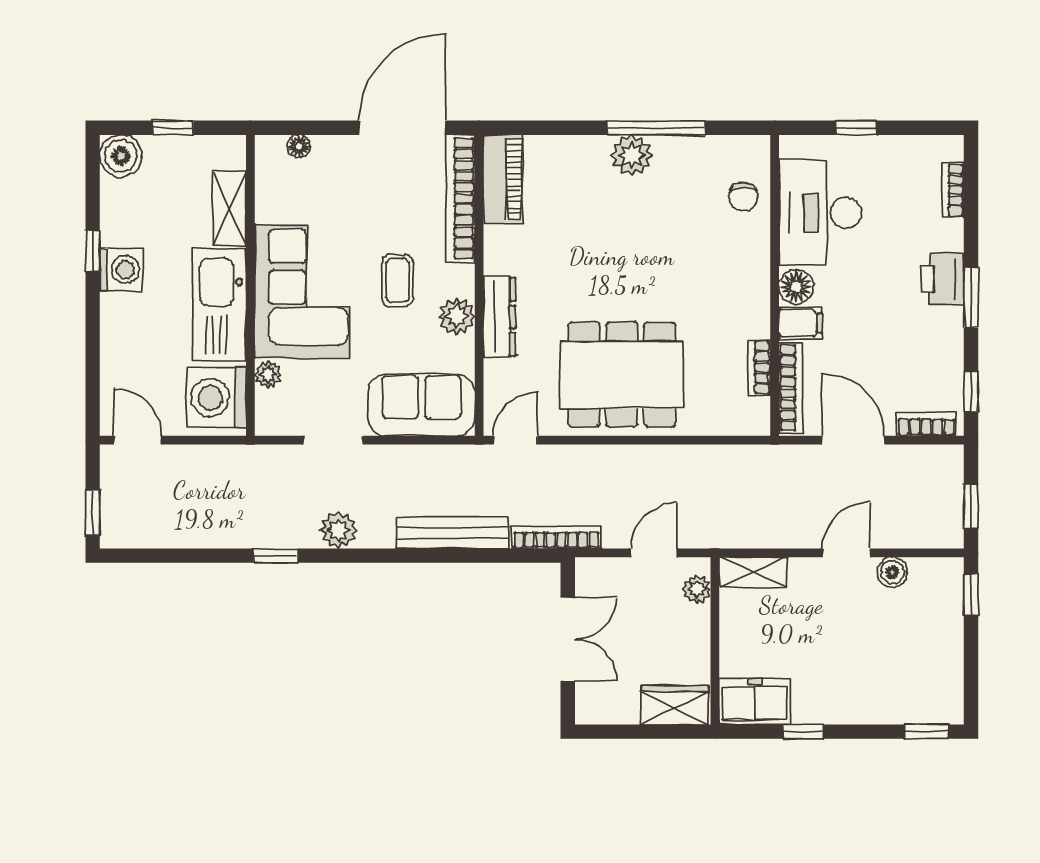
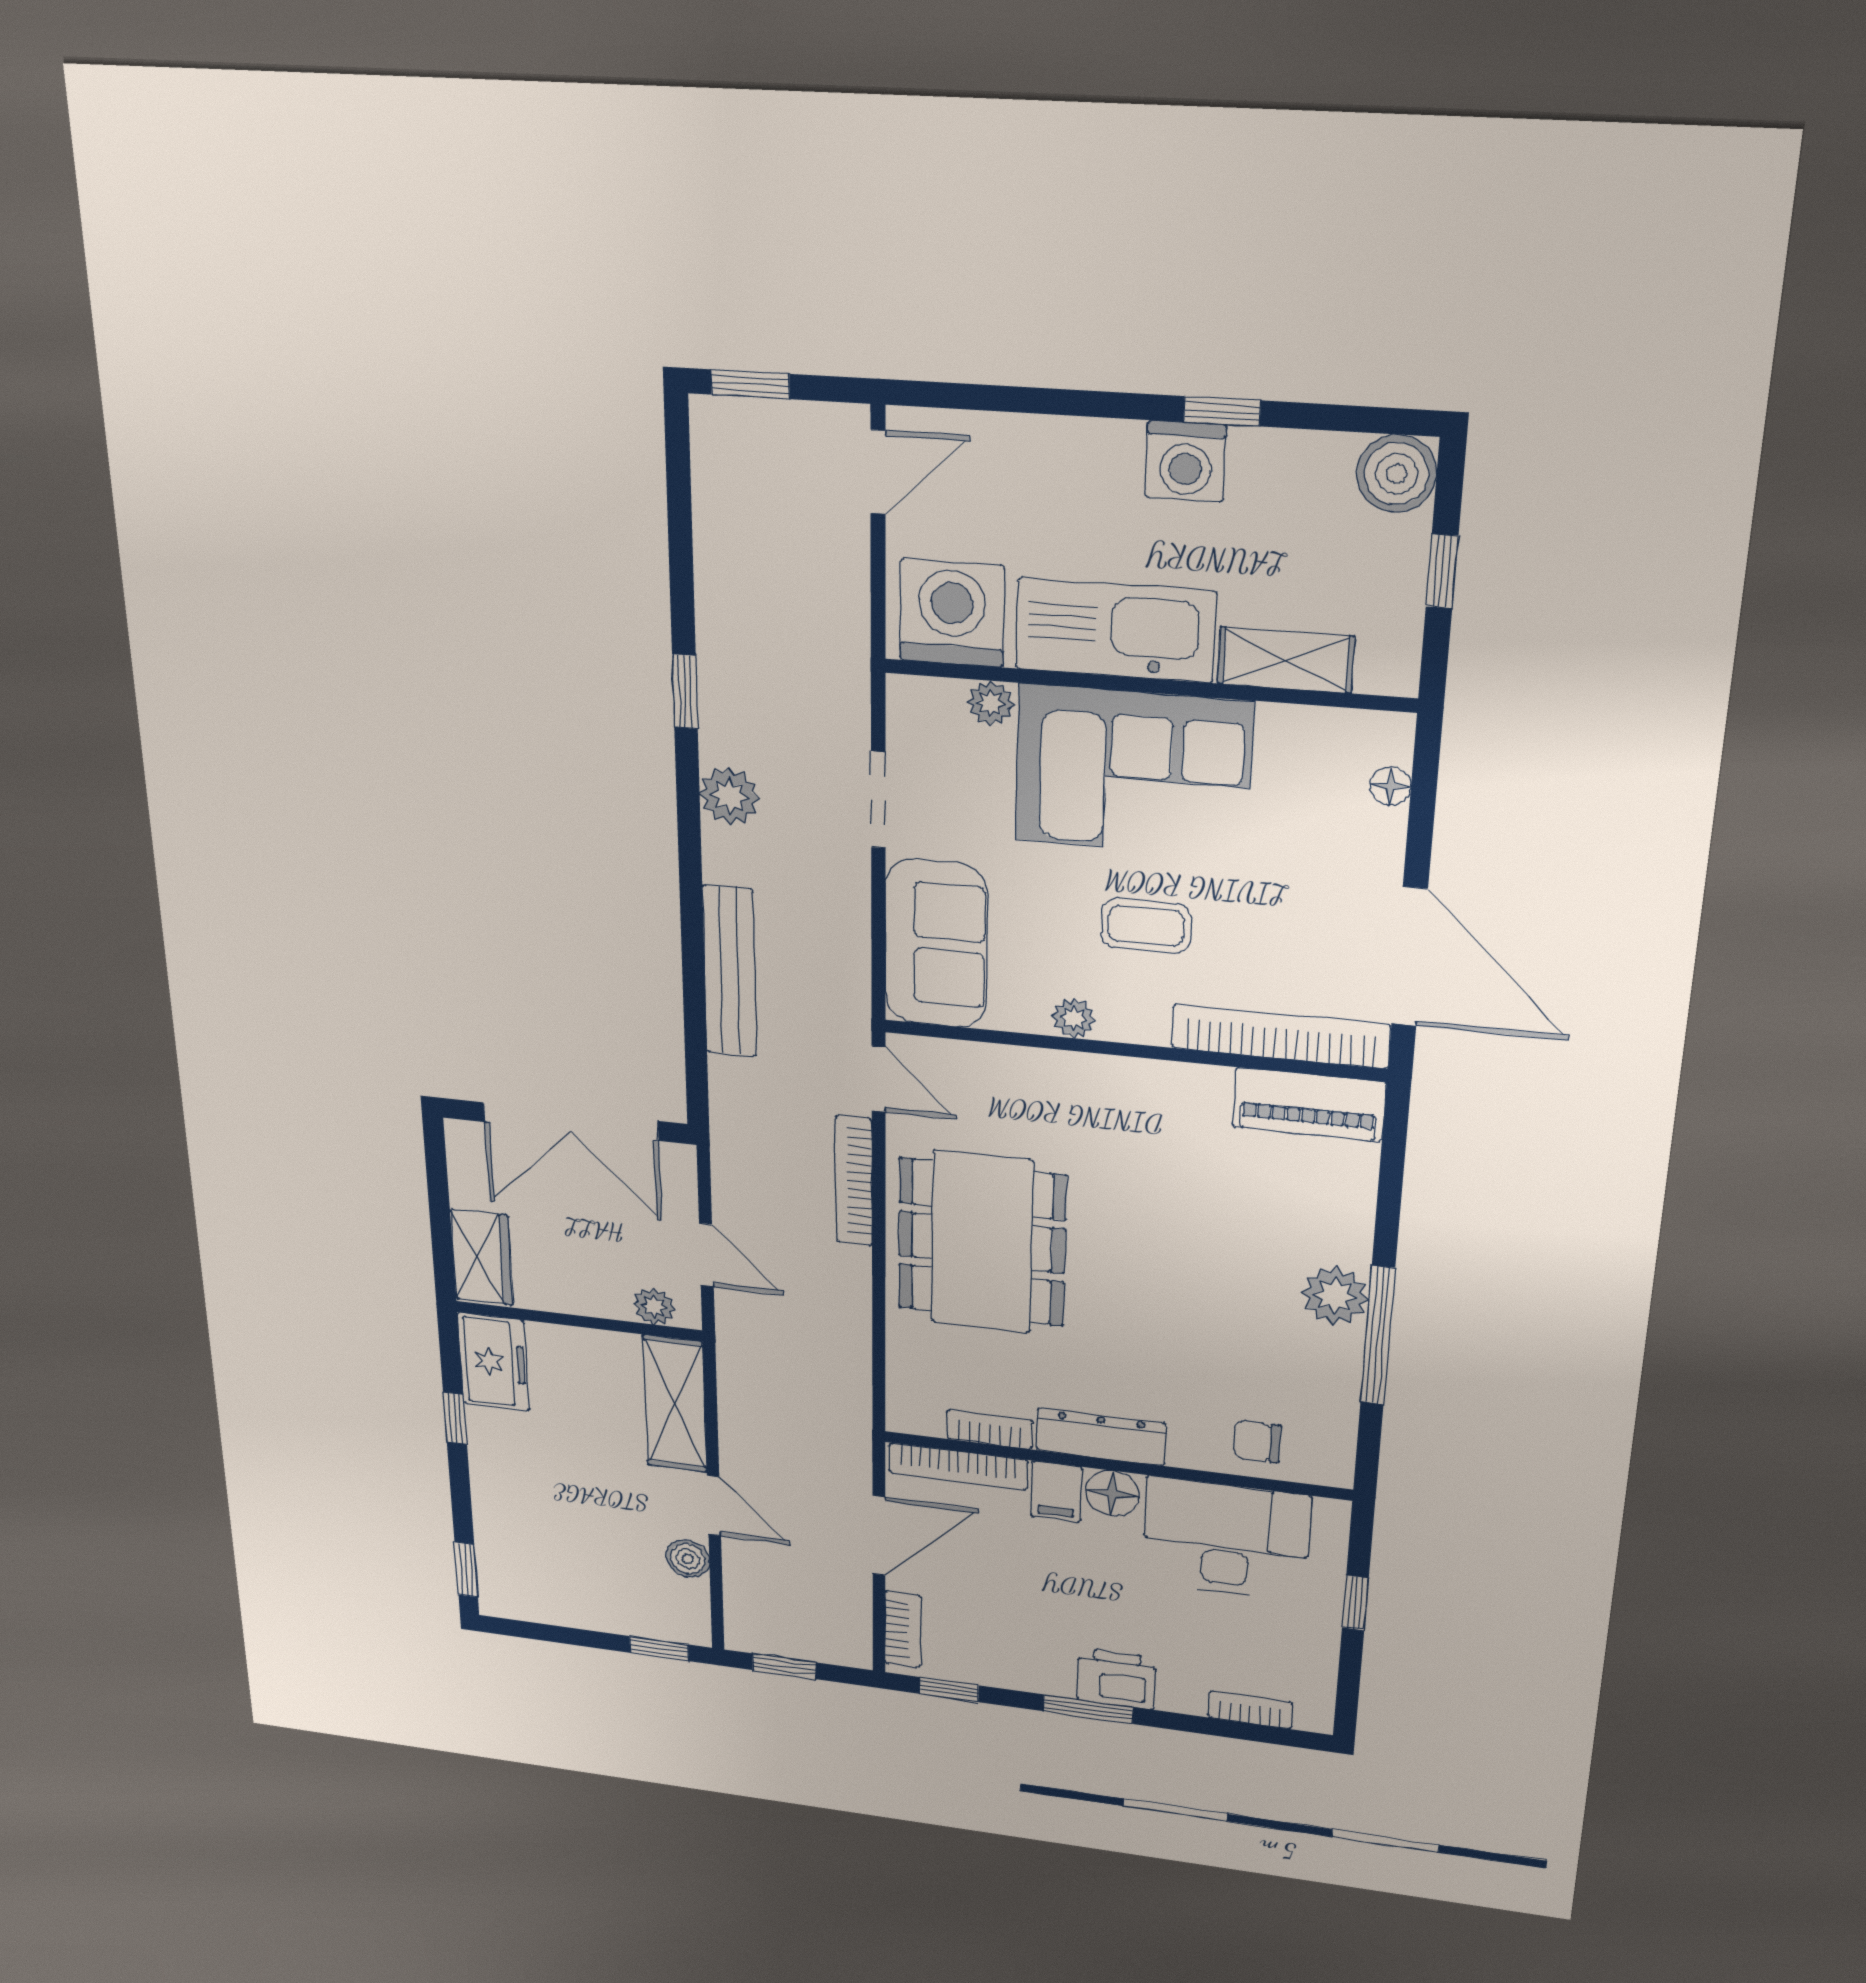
plant: (457, 316) -> (1074, 1018), width x0.73, depth x0.73
dresser: (499, 317) -> (1101, 1437), moved, turned 180
bookcase: (556, 537) -> (854, 1181), moved, turned 180
shelving: (753, 572) -> (675, 1404), width x1.50, depth x1.33
double door: (568, 639) -> (571, 1122), width x1.37

